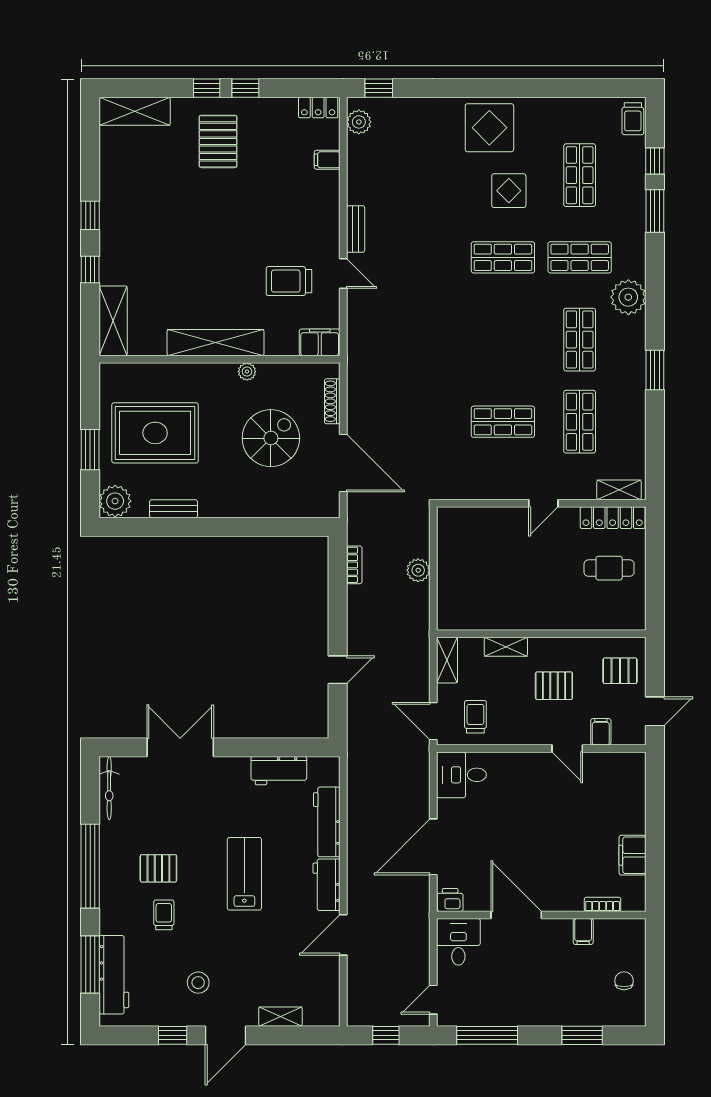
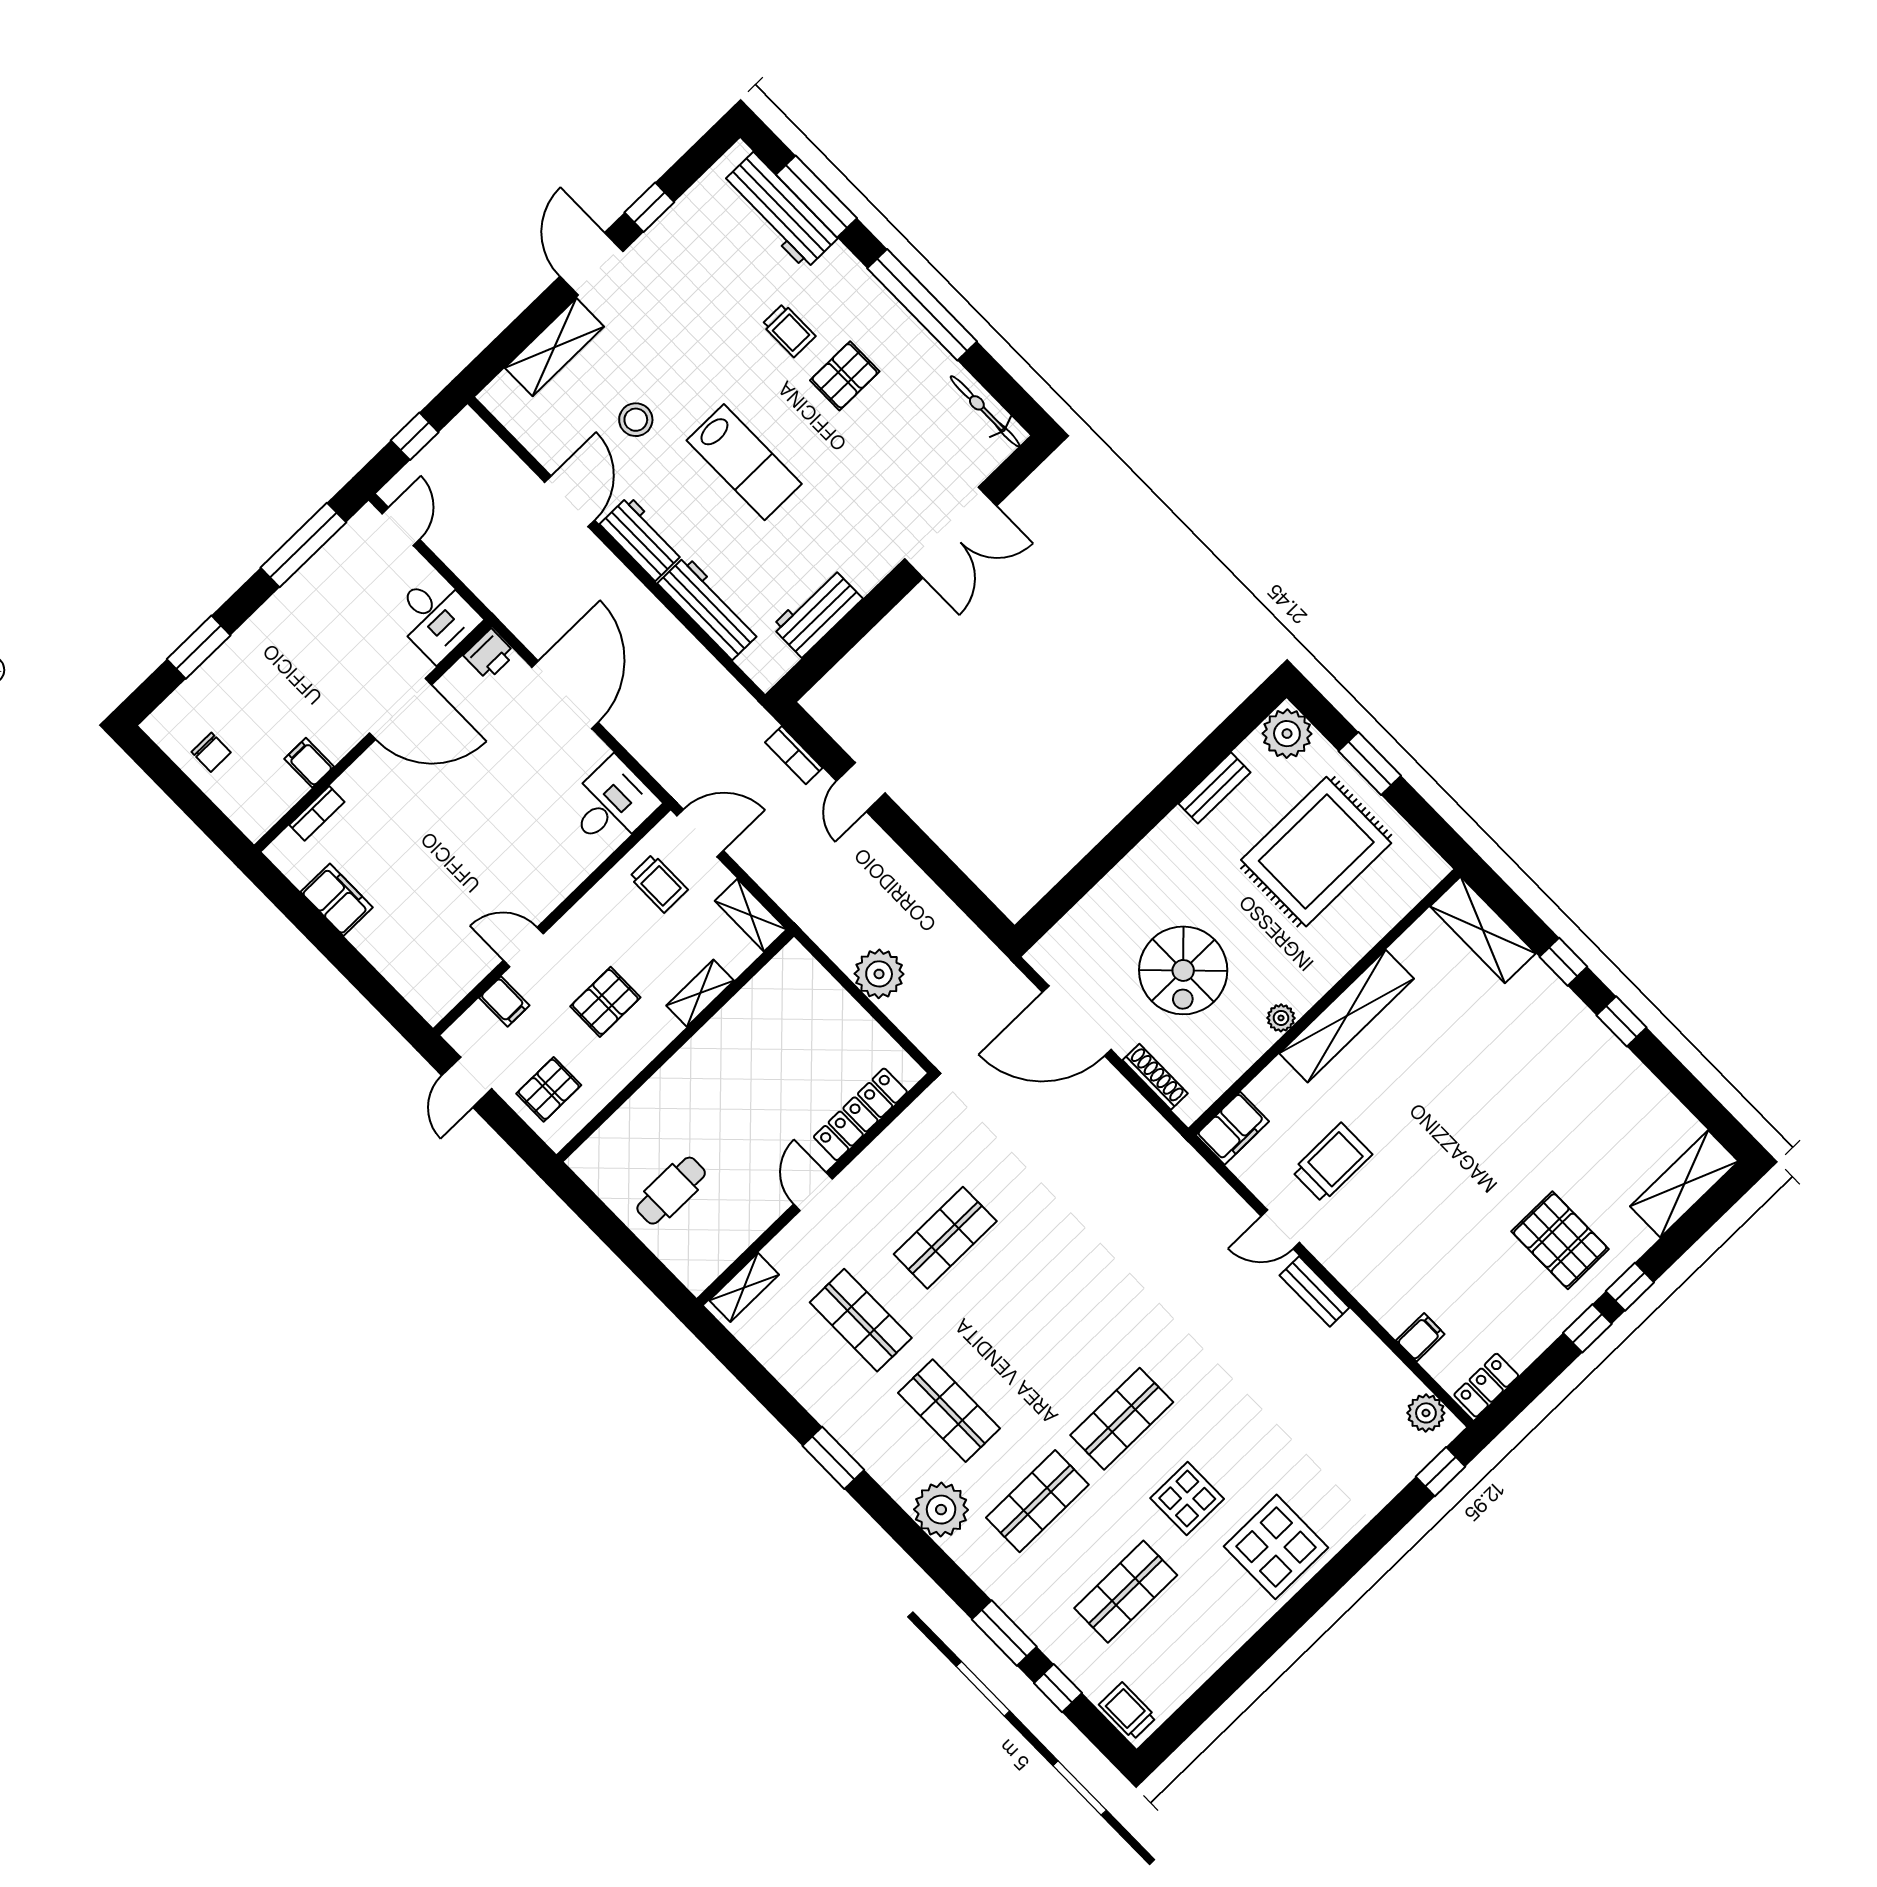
shop shelf: (580, 175) -> (1126, 1592), turned 90
locker: (613, 518) -> (860, 1114), moved
bookcase: (354, 565) -> (794, 755), moved
plant: (418, 570) -> (879, 974), width x1.36, depth x1.36
stool: (198, 983) -> (636, 420), moved
shelving: (280, 1017) -> (554, 347), width x1.50, depth x1.33

